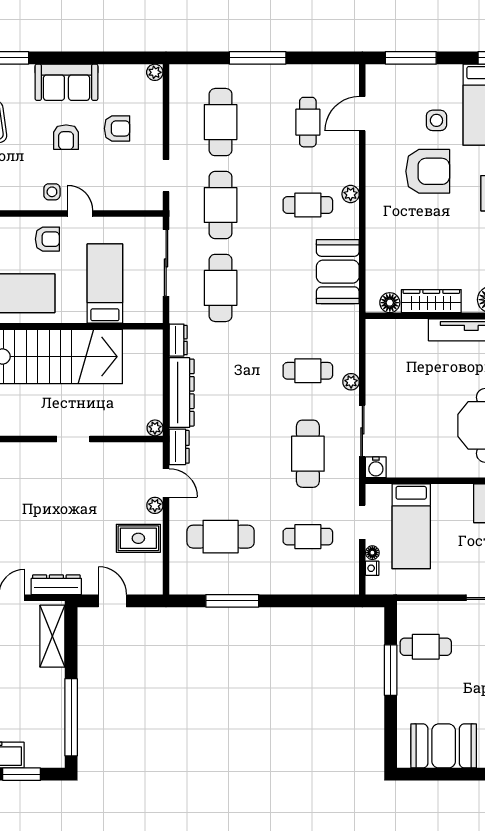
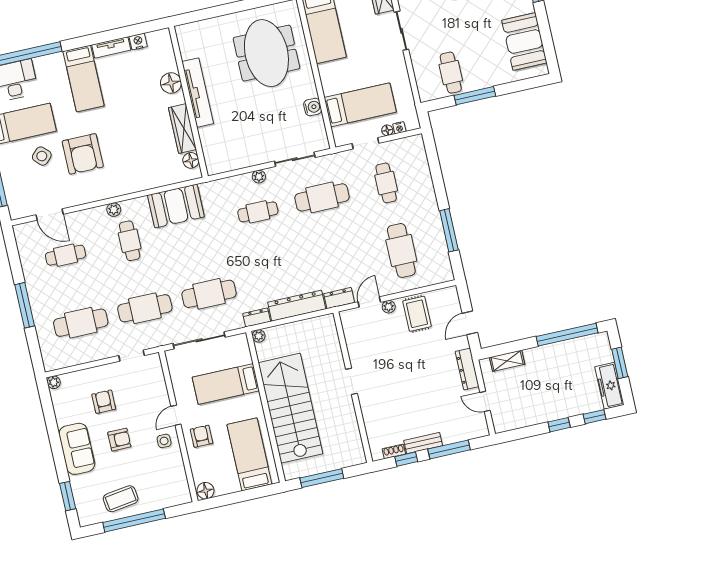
side table: (436, 120) -> (42, 156), turned 45
armchair: (428, 171) -> (83, 154), turned 180
cafe table: (308, 371) -> (258, 212), turned 90
plant: (155, 428) -> (259, 336), moved
water cooler: (376, 467) -> (313, 107), moved
shelving: (52, 636) -> (507, 361), width x0.67, depth x0.75

